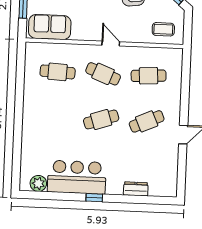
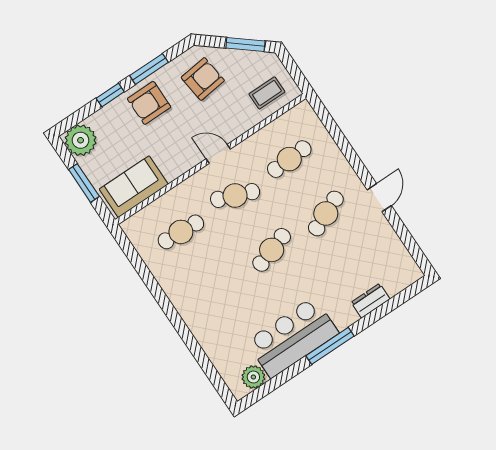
window: (94, 198) -> (330, 346), width x2.17

